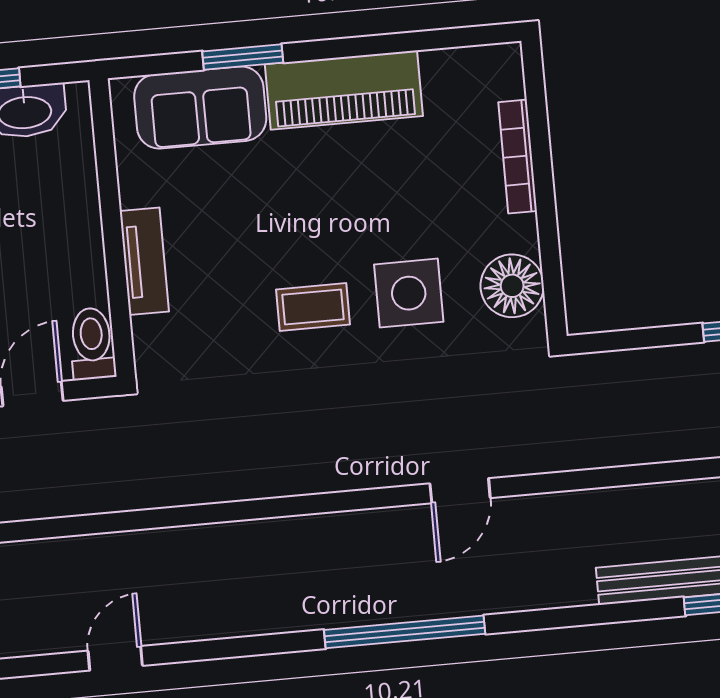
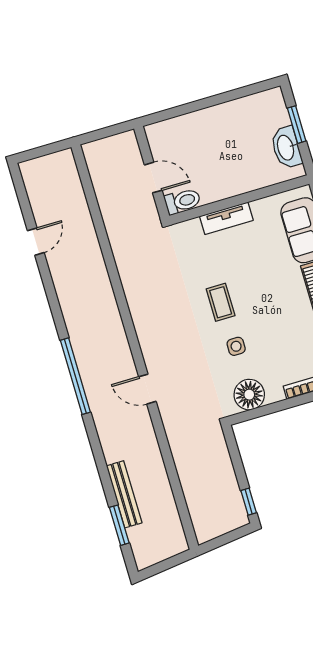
side table: (409, 293) -> (236, 346), width x0.54, depth x0.54
door: (115, 658) -> (36, 242), hinge flipped

